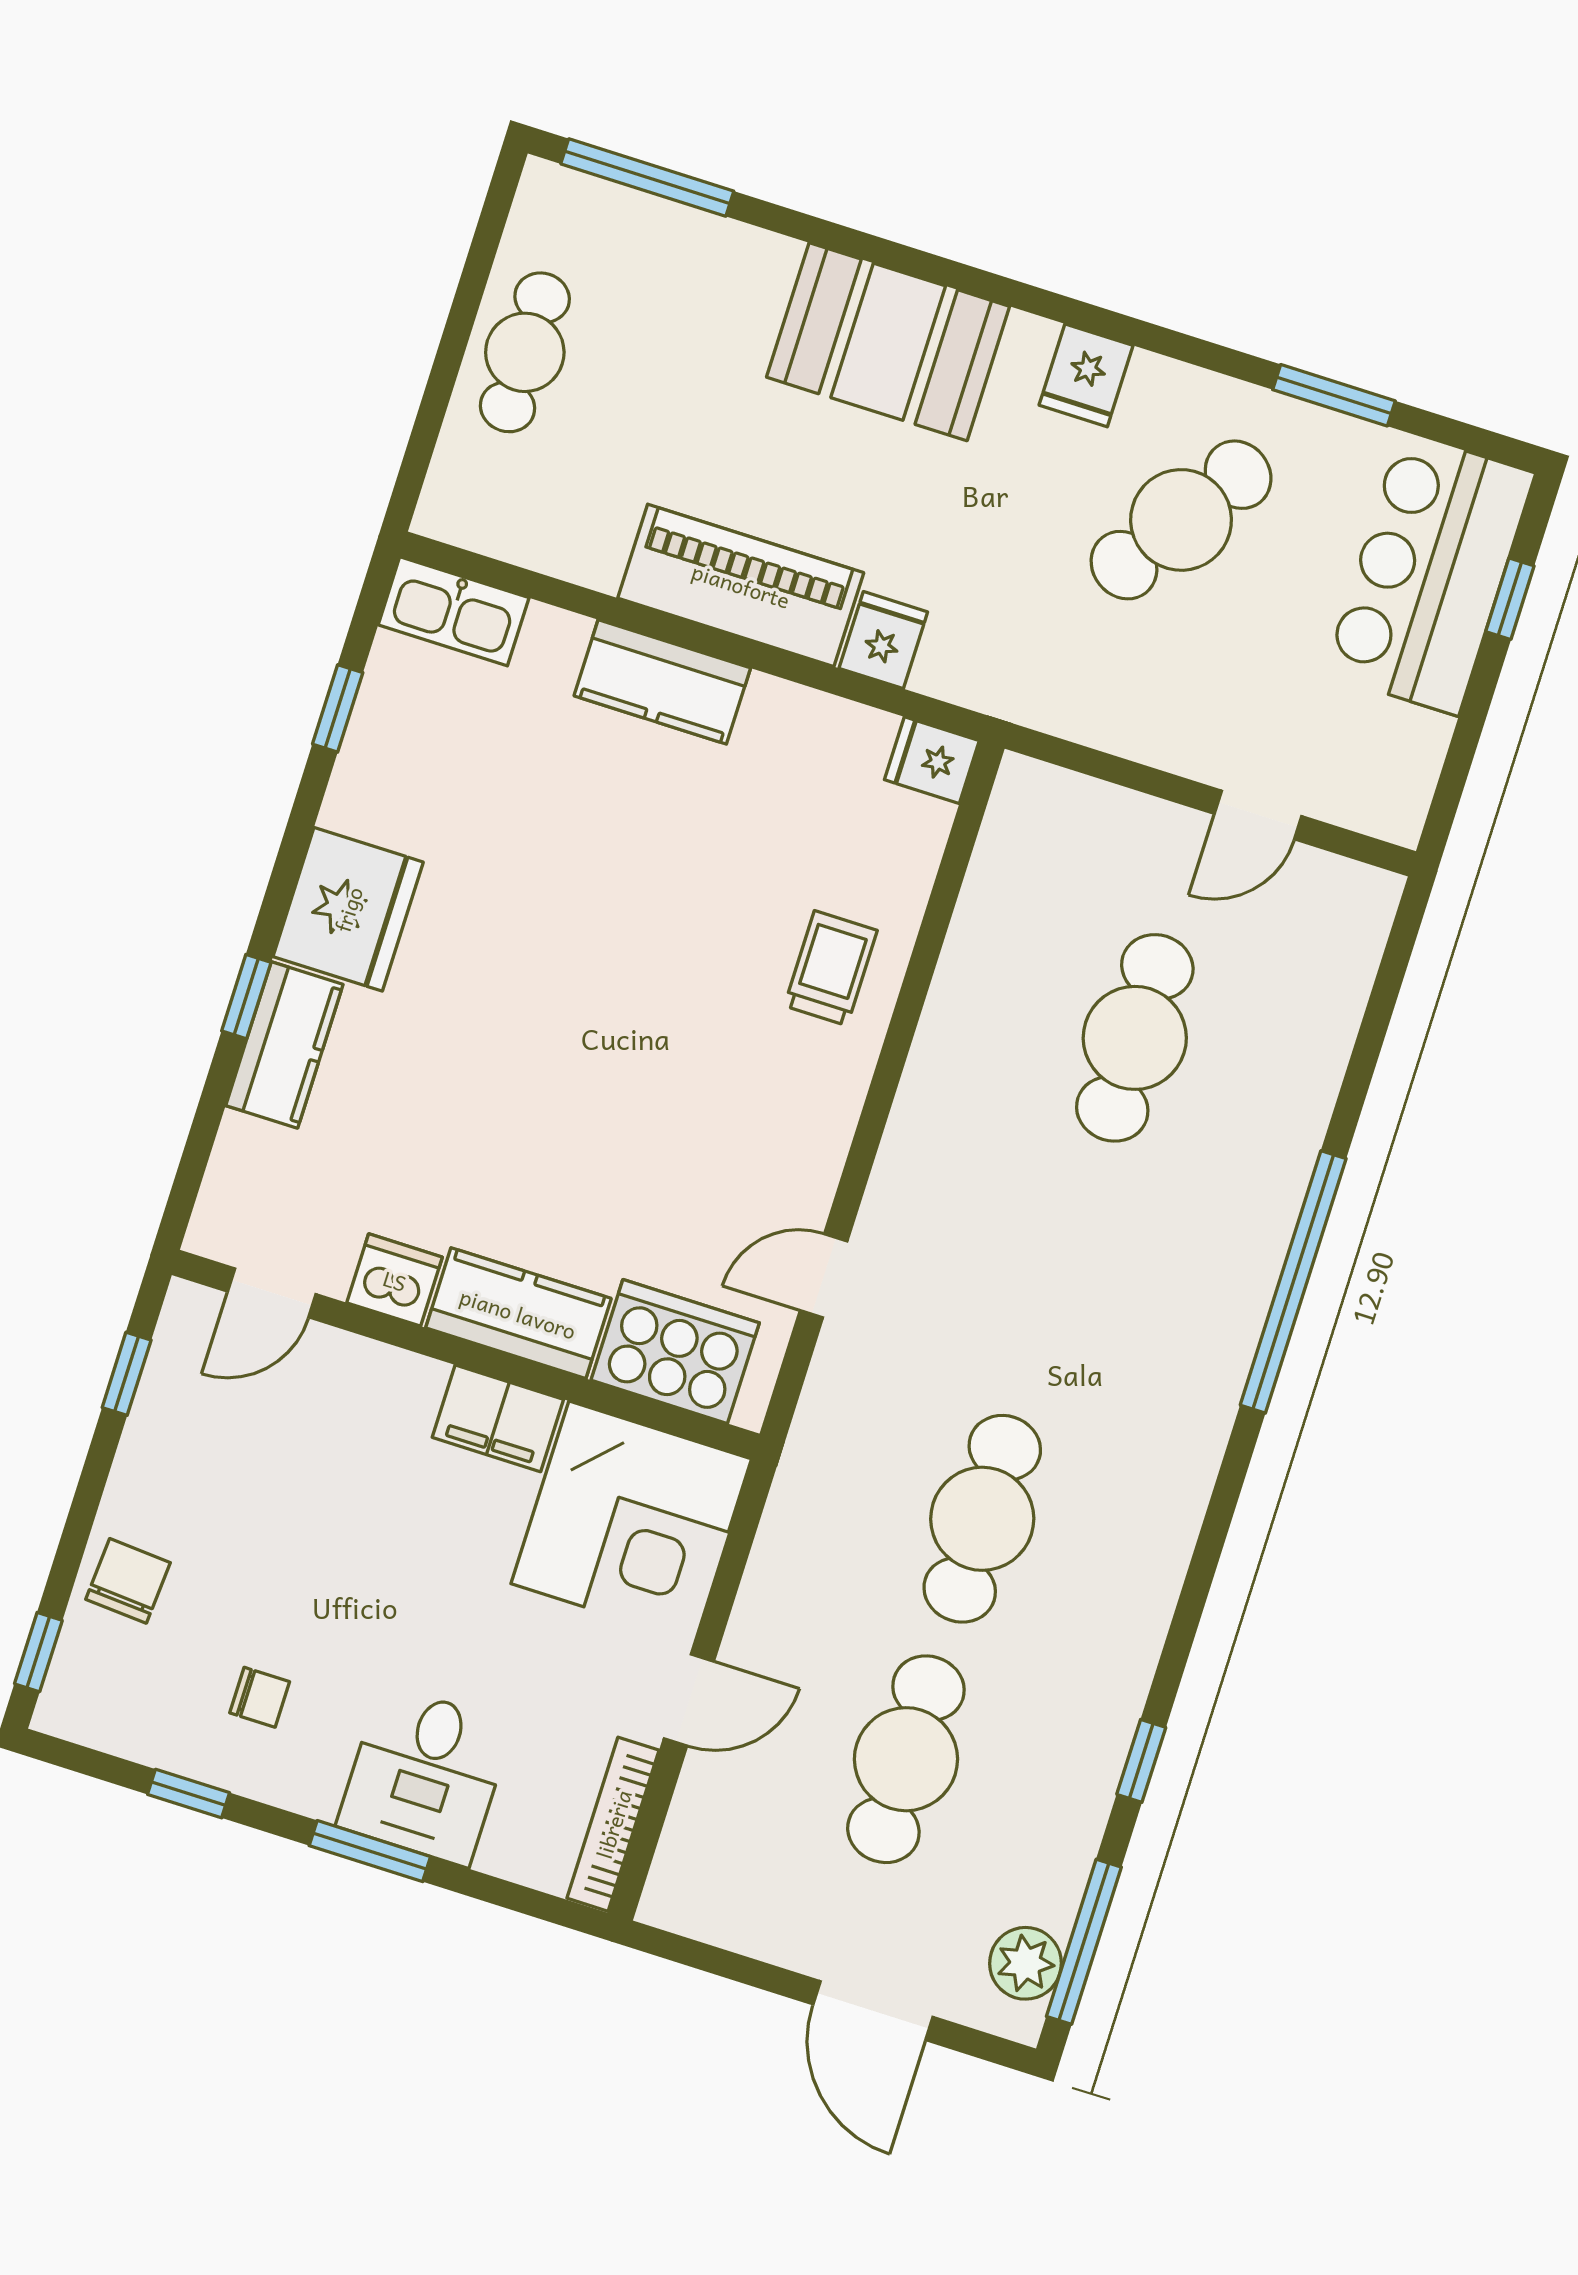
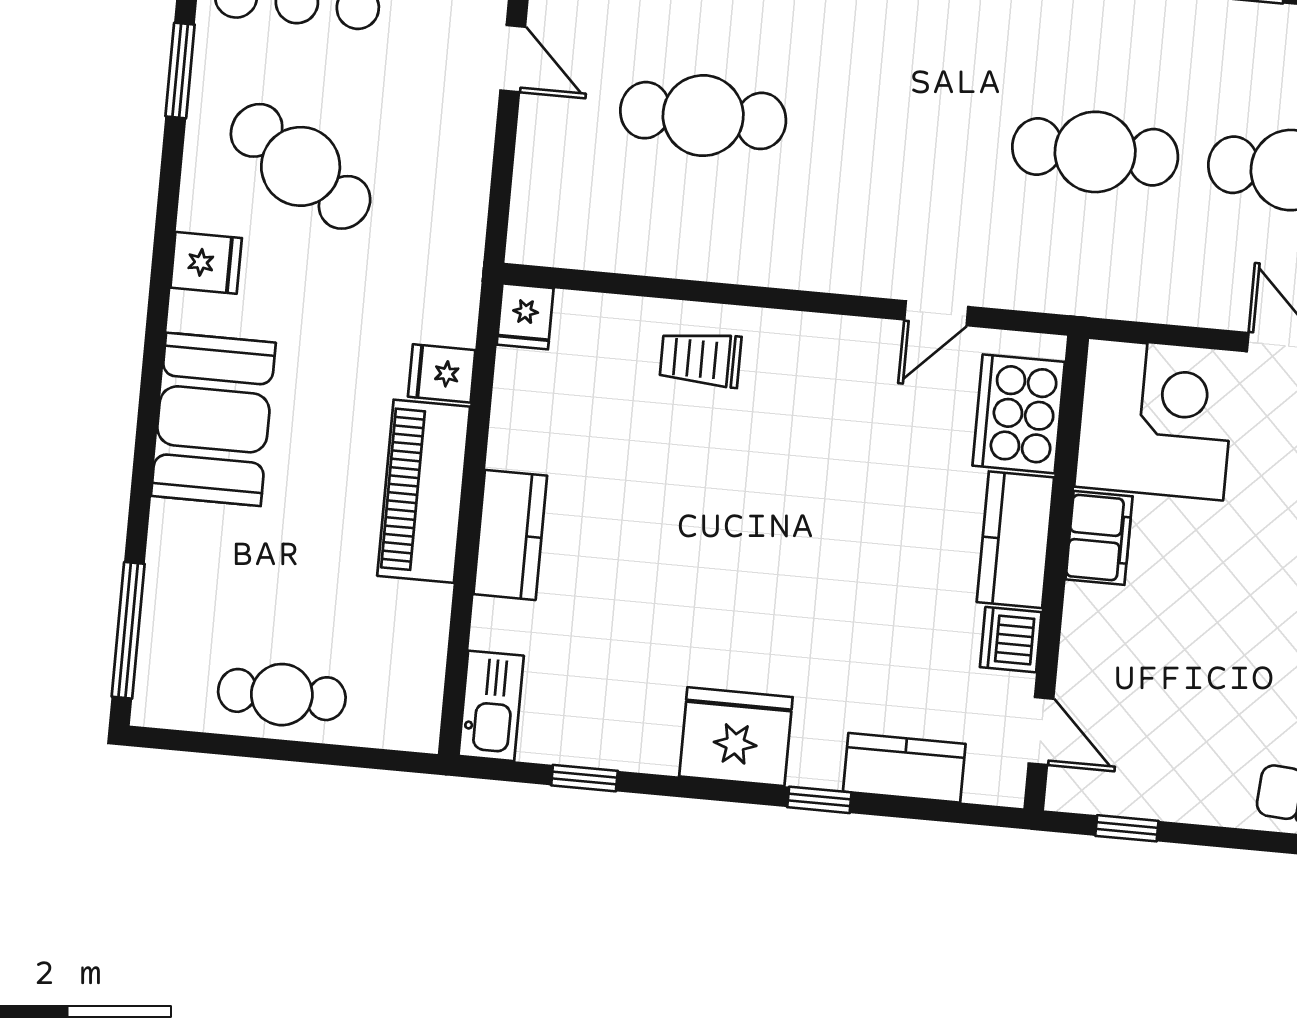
kitchen counter: (284, 1045) -> (904, 768), moved
door: (824, 1276) -> (936, 313), hinge flipped

